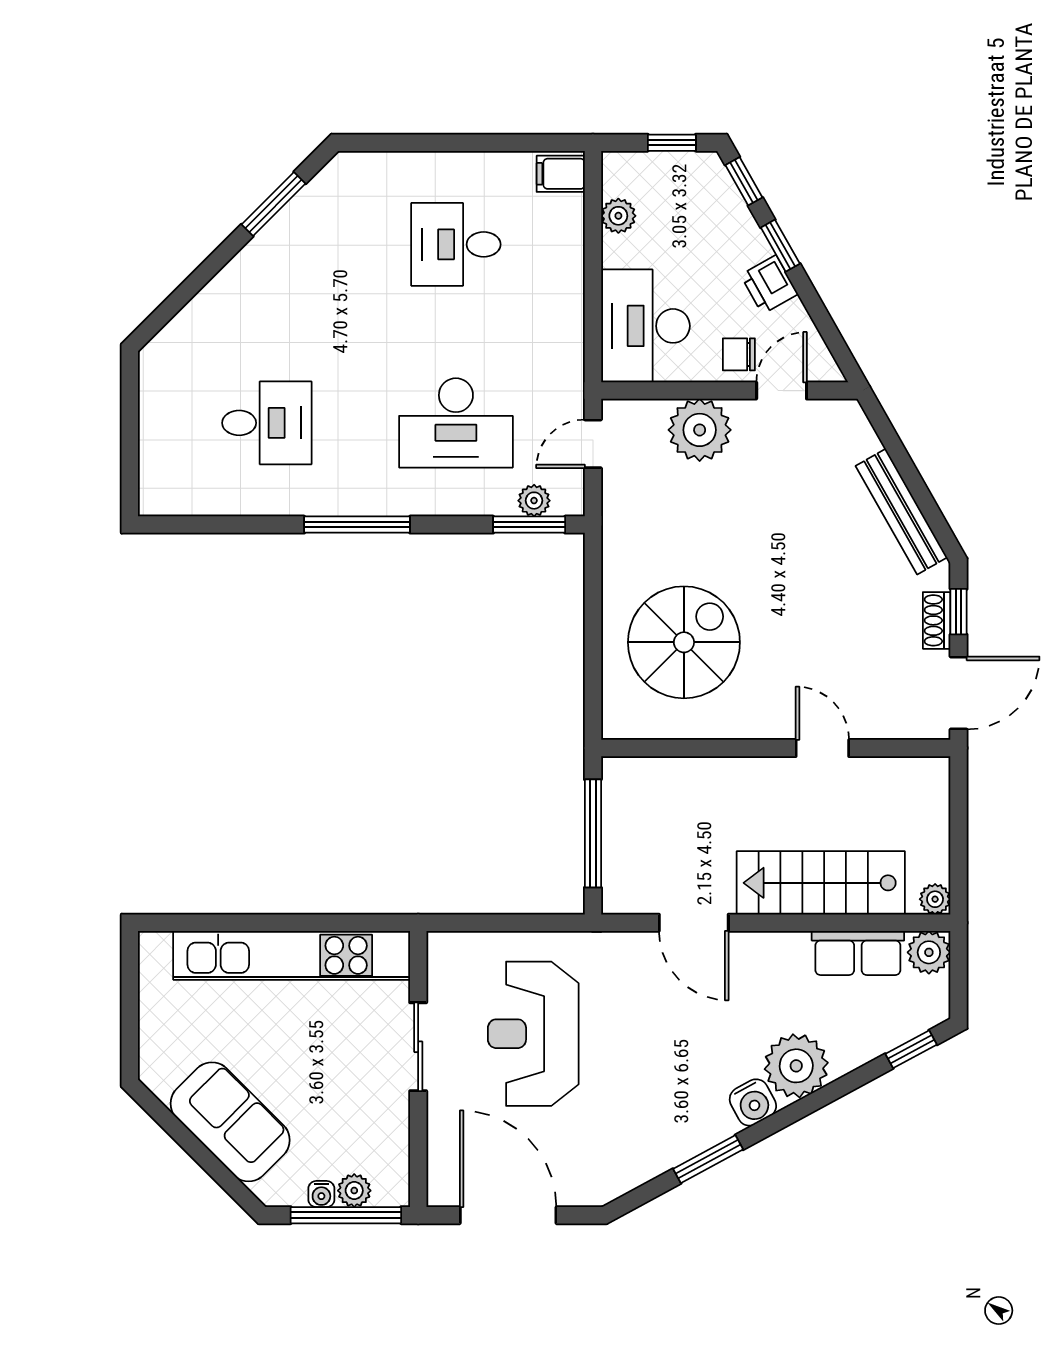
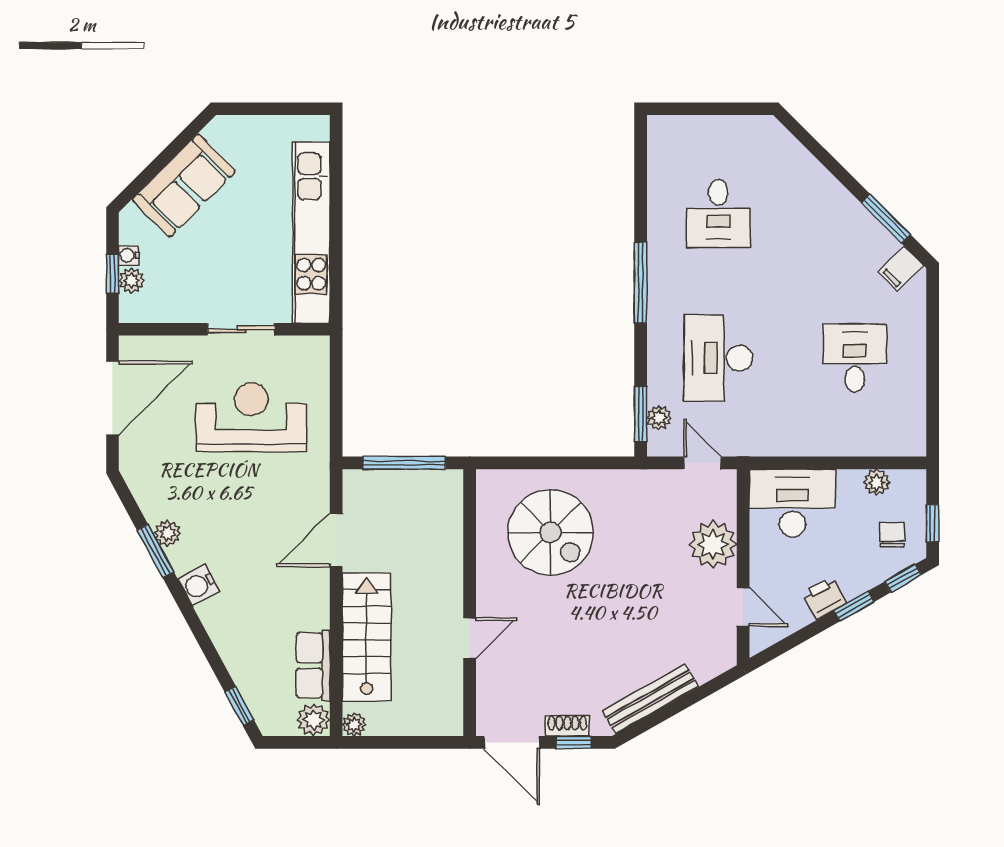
filing cabinet: (561, 174) -> (901, 269), moved, turned -135
chair: (739, 354) -> (892, 535), moved
plant: (796, 1066) -> (168, 533), moved, width x0.53, depth x0.53
window: (346, 1215) -> (112, 274), width x0.46

